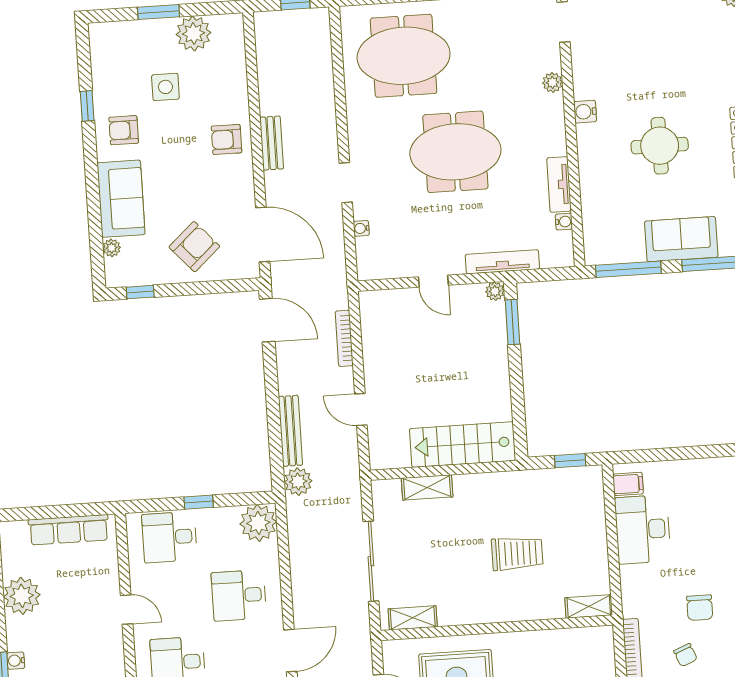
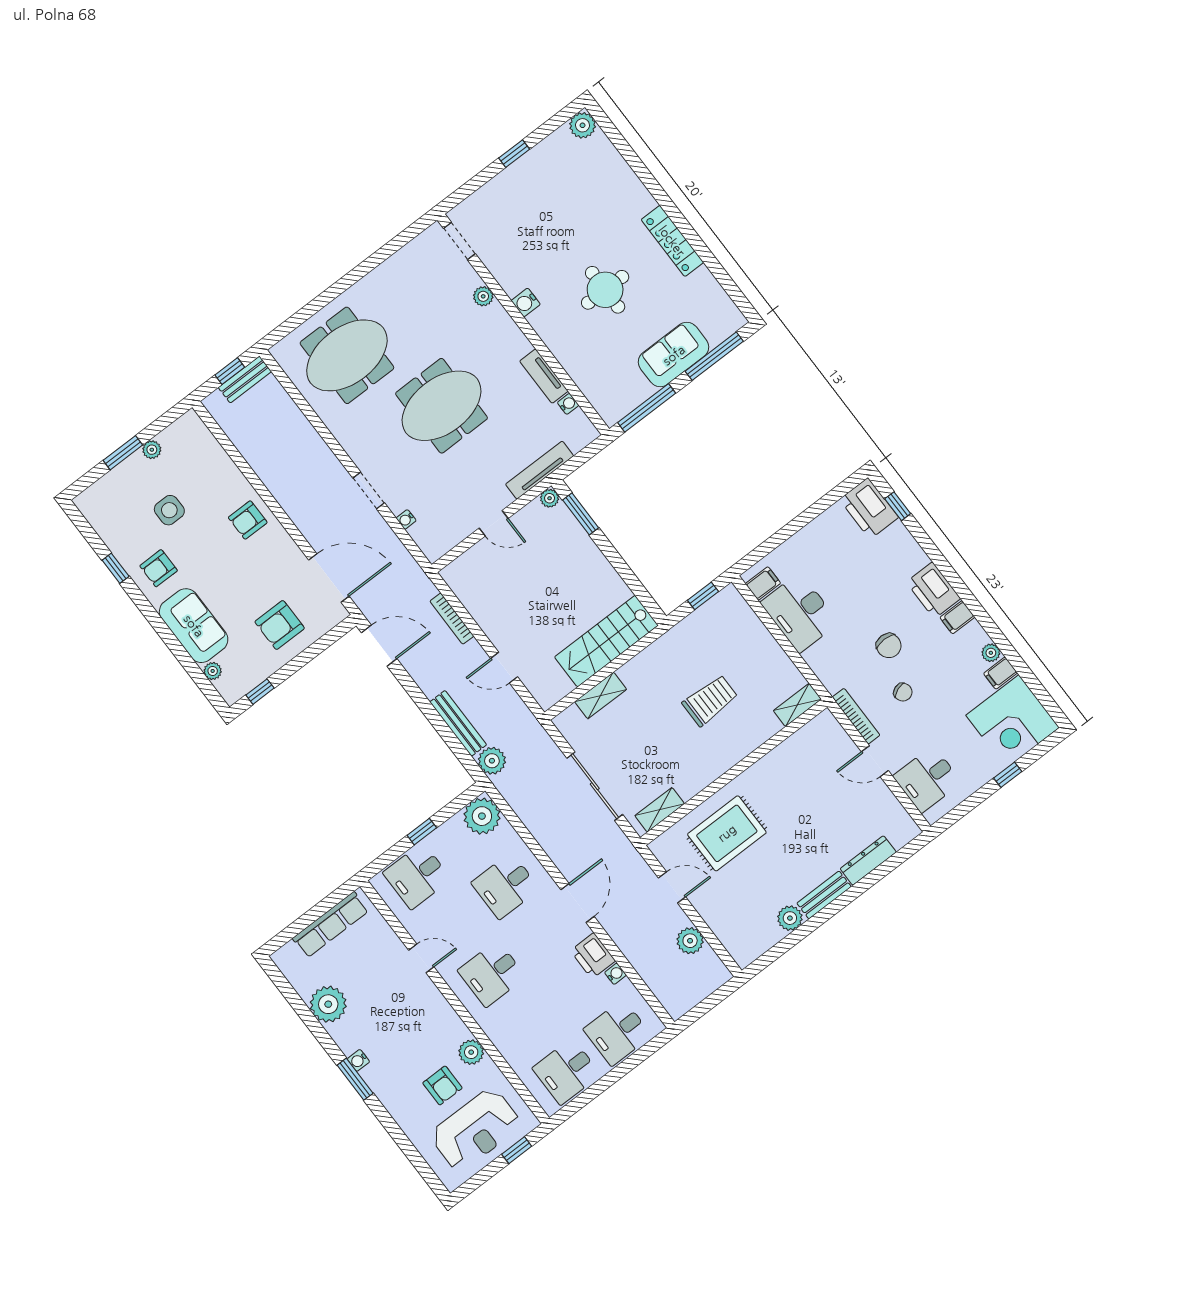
plant: (194, 33) -> (152, 450), width x0.53, depth x0.53
bench: (272, 143) -> (245, 379), moved, turned 90
armchair: (194, 247) -> (280, 625), turned -138

